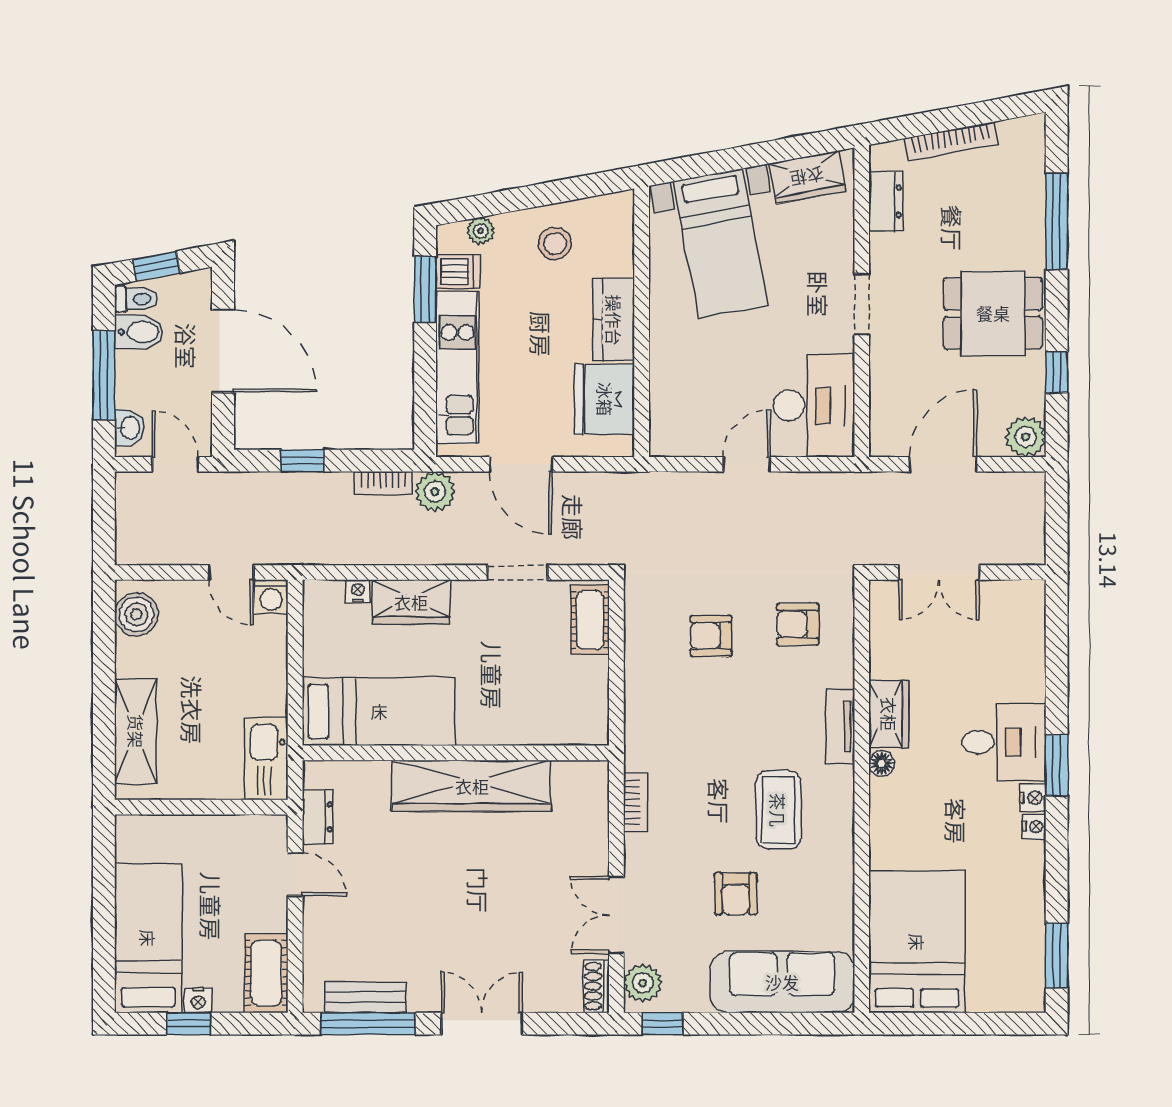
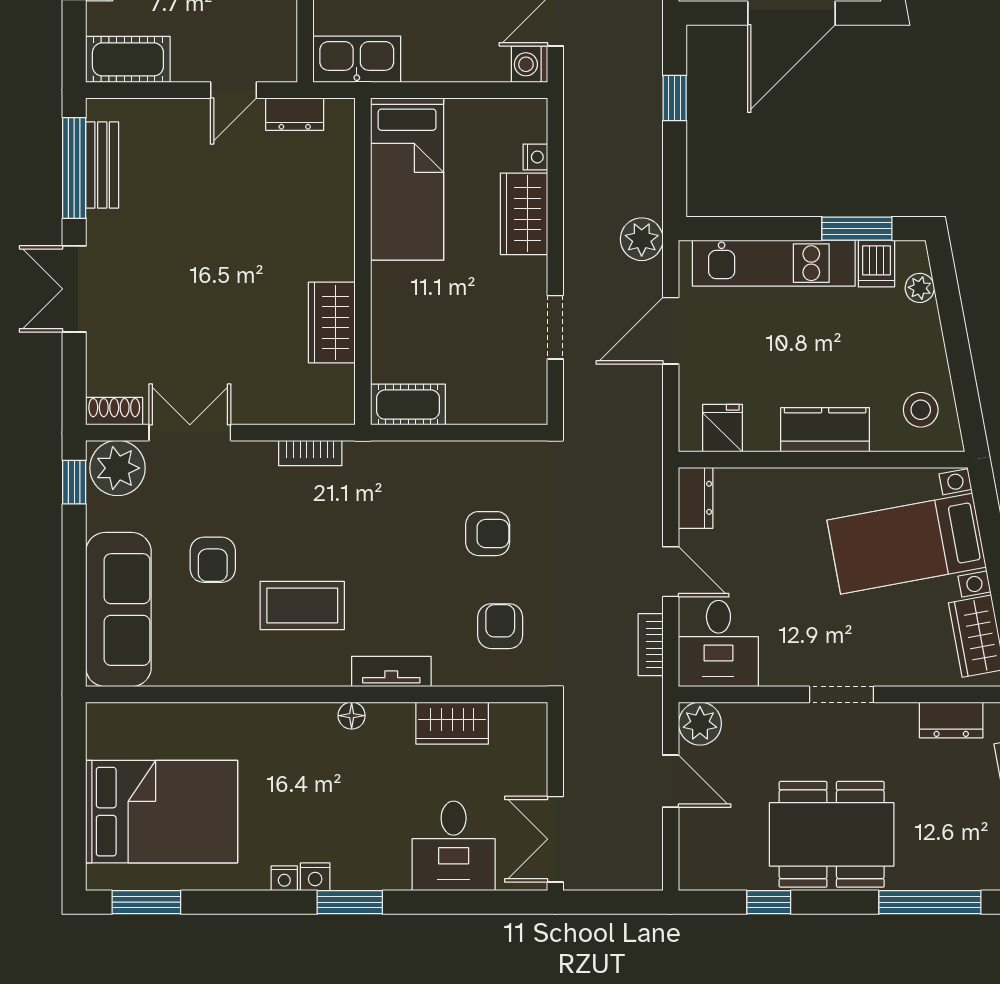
stool: (555, 243) -> (921, 410), moved
dining table: (993, 313) -> (832, 834), width x1.38
fridge: (605, 399) -> (722, 428), width x0.53, depth x0.75
desk: (814, 406) -> (718, 643), width x0.73
plant: (1026, 437) -> (700, 724), moved
dresser: (677, 441) -> (696, 498), added
door: (943, 464) -> (671, 781), width x0.73
bookcase: (383, 483) -> (651, 645), moved
double door: (939, 573) -> (555, 839), moved
cot: (590, 620) -> (408, 405), moved
armchair: (711, 636) -> (488, 534), turned 90
wardrobe: (889, 714) -> (452, 723), moved
desk: (1004, 742) -> (454, 846), moved
wardrobe: (472, 786) -> (332, 322), width x0.48, depth x0.85
armchair: (736, 894) -> (213, 560), turned -90
bed: (917, 942) -> (162, 812), moved
plant: (643, 983) -> (118, 468), width x1.36, depth x1.36
double door: (482, 1024) -> (74, 289), swing flipped

